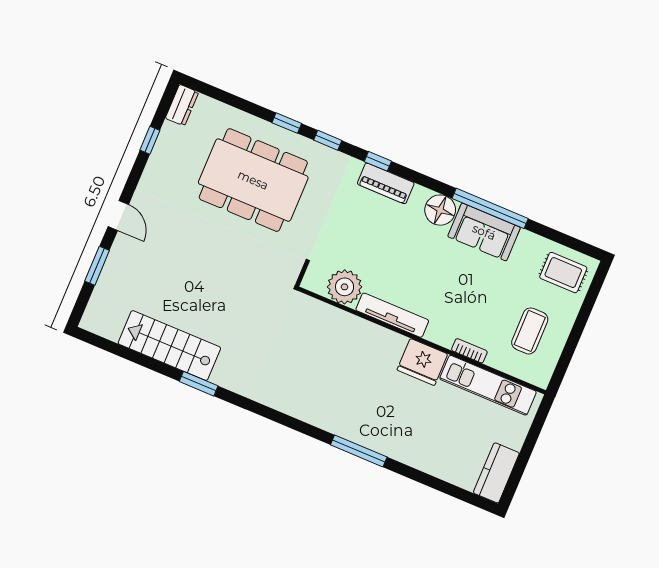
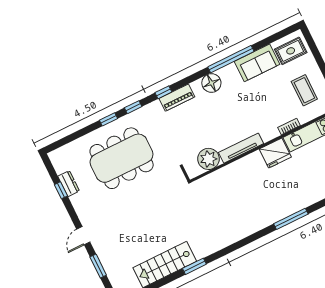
dresser: (182, 105) -> (69, 184), moved
door: (118, 215) -> (83, 236), swing flipped
sofa: (484, 232) -> (257, 63), moved

